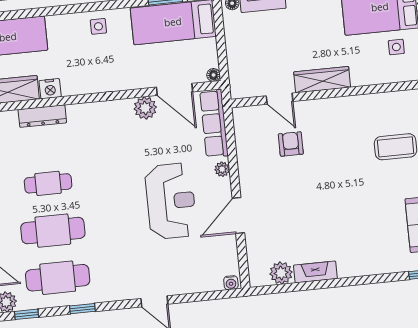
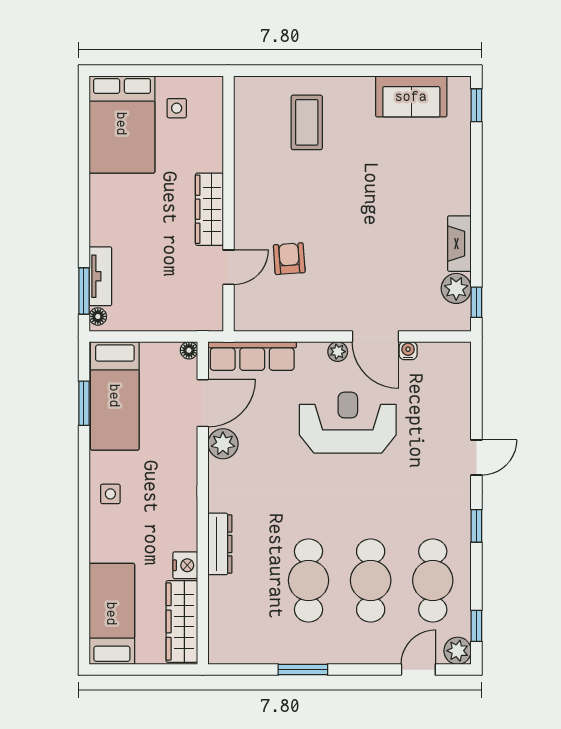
dresser: (42, 116) -> (220, 544), moved
armchair: (291, 144) -> (289, 259), turned 86
plant: (222, 169) -> (338, 352), moved
cafe table: (48, 183) -> (308, 580), width x1.37, depth x1.35
water cooler: (231, 283) -> (408, 351), moved, turned -90
window: (272, 289) -> (476, 302), added
window: (82, 309) -> (476, 526), moved

